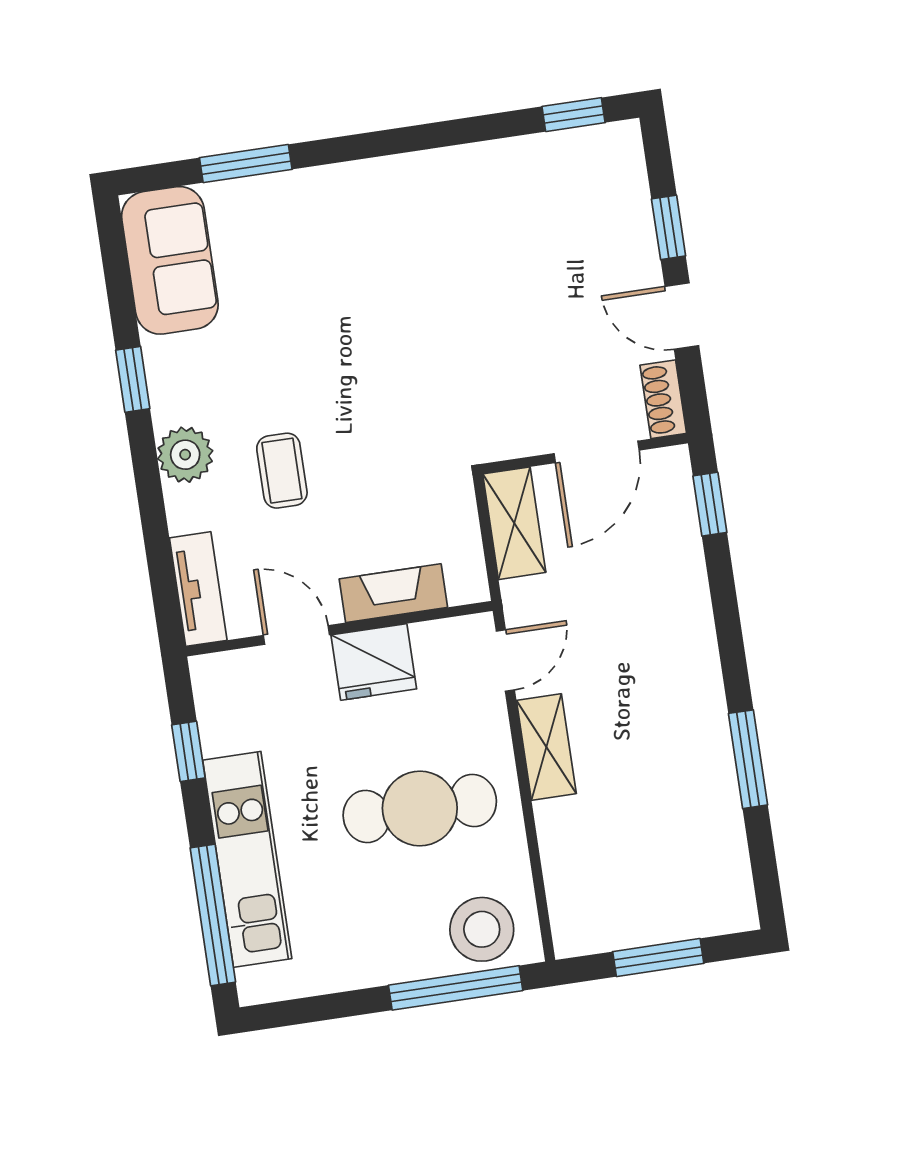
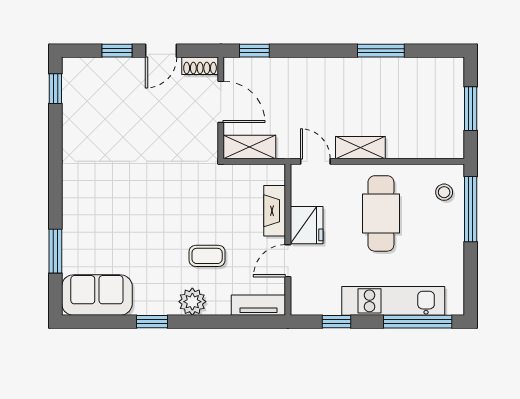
stool: (482, 929) -> (444, 192), width x0.53, depth x0.53

